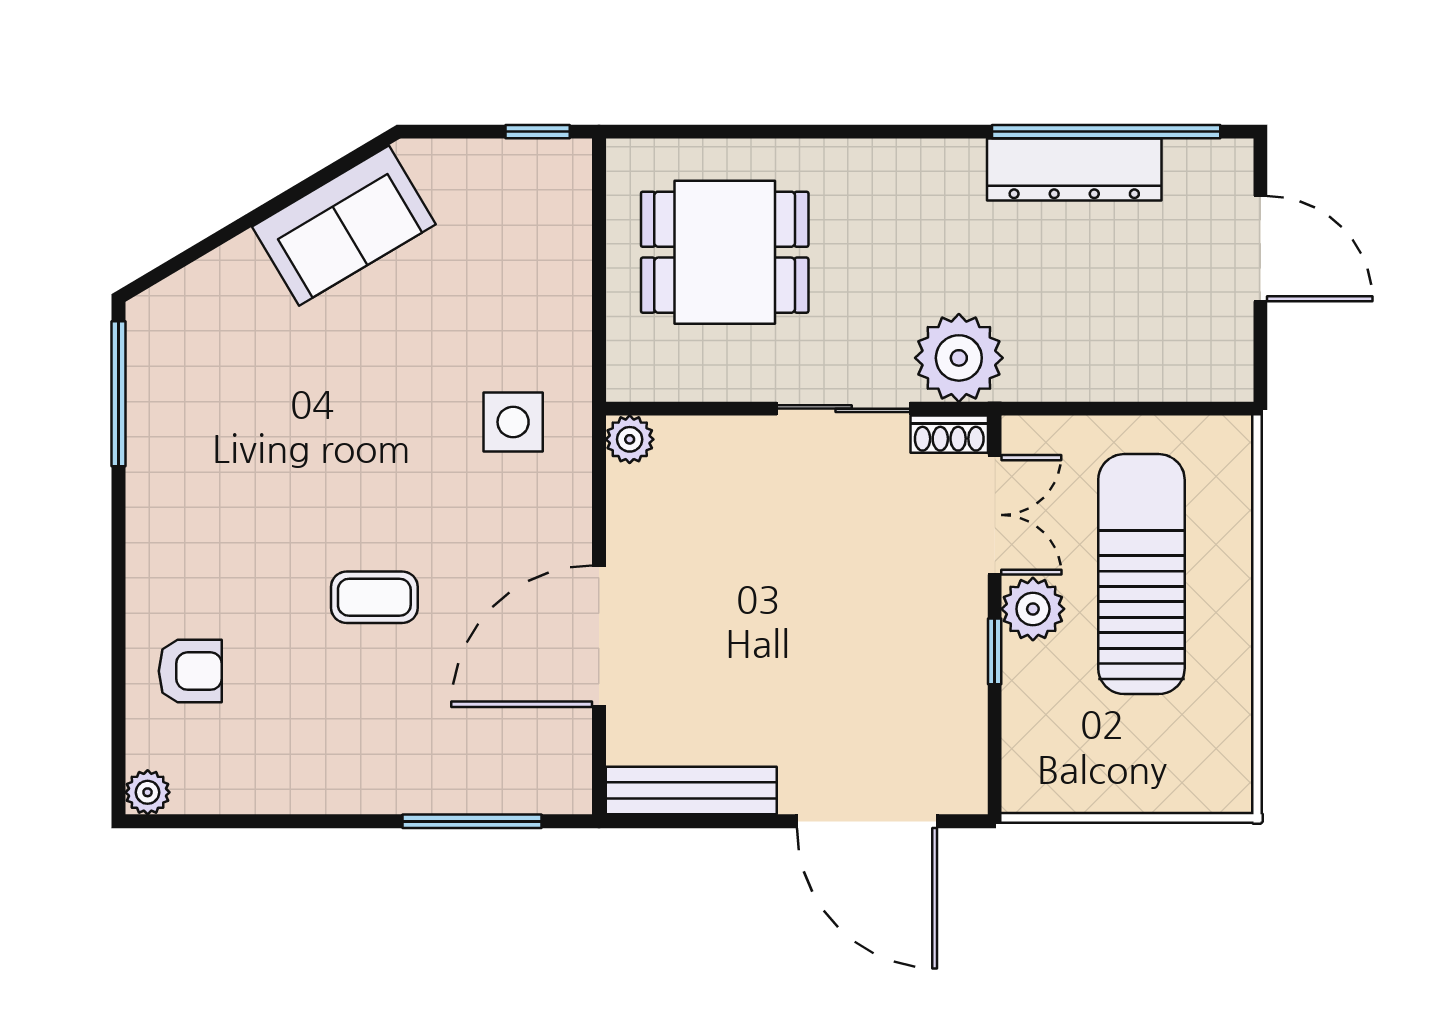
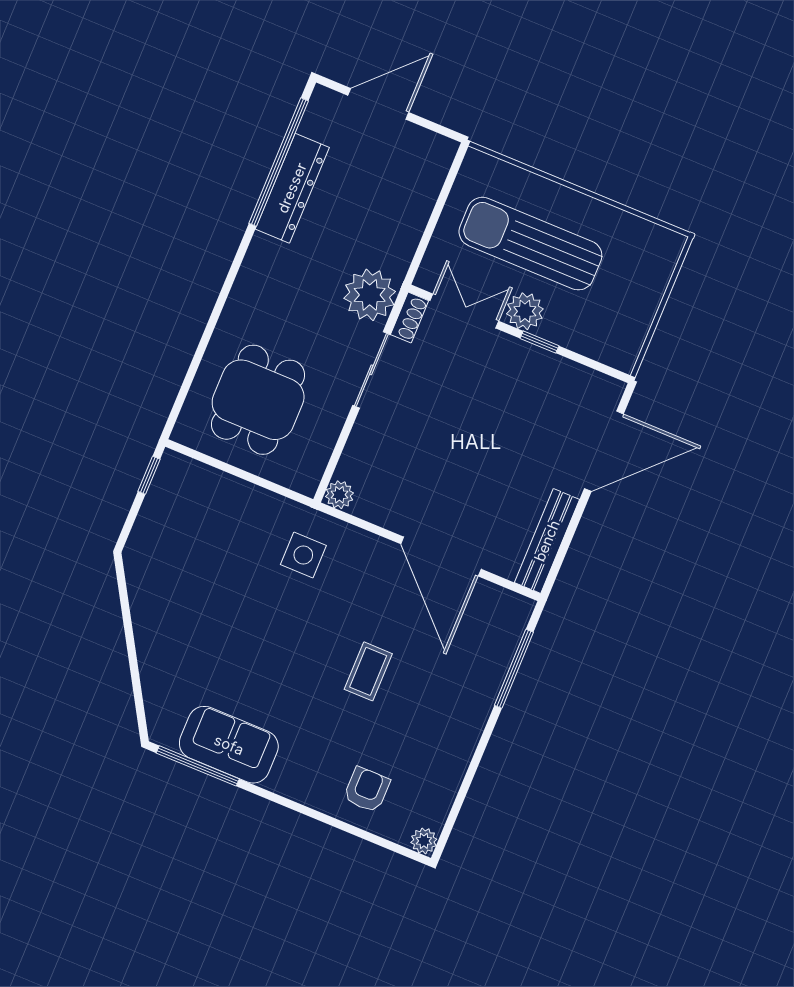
sofa: (344, 226) -> (229, 745), moved, turned -59

